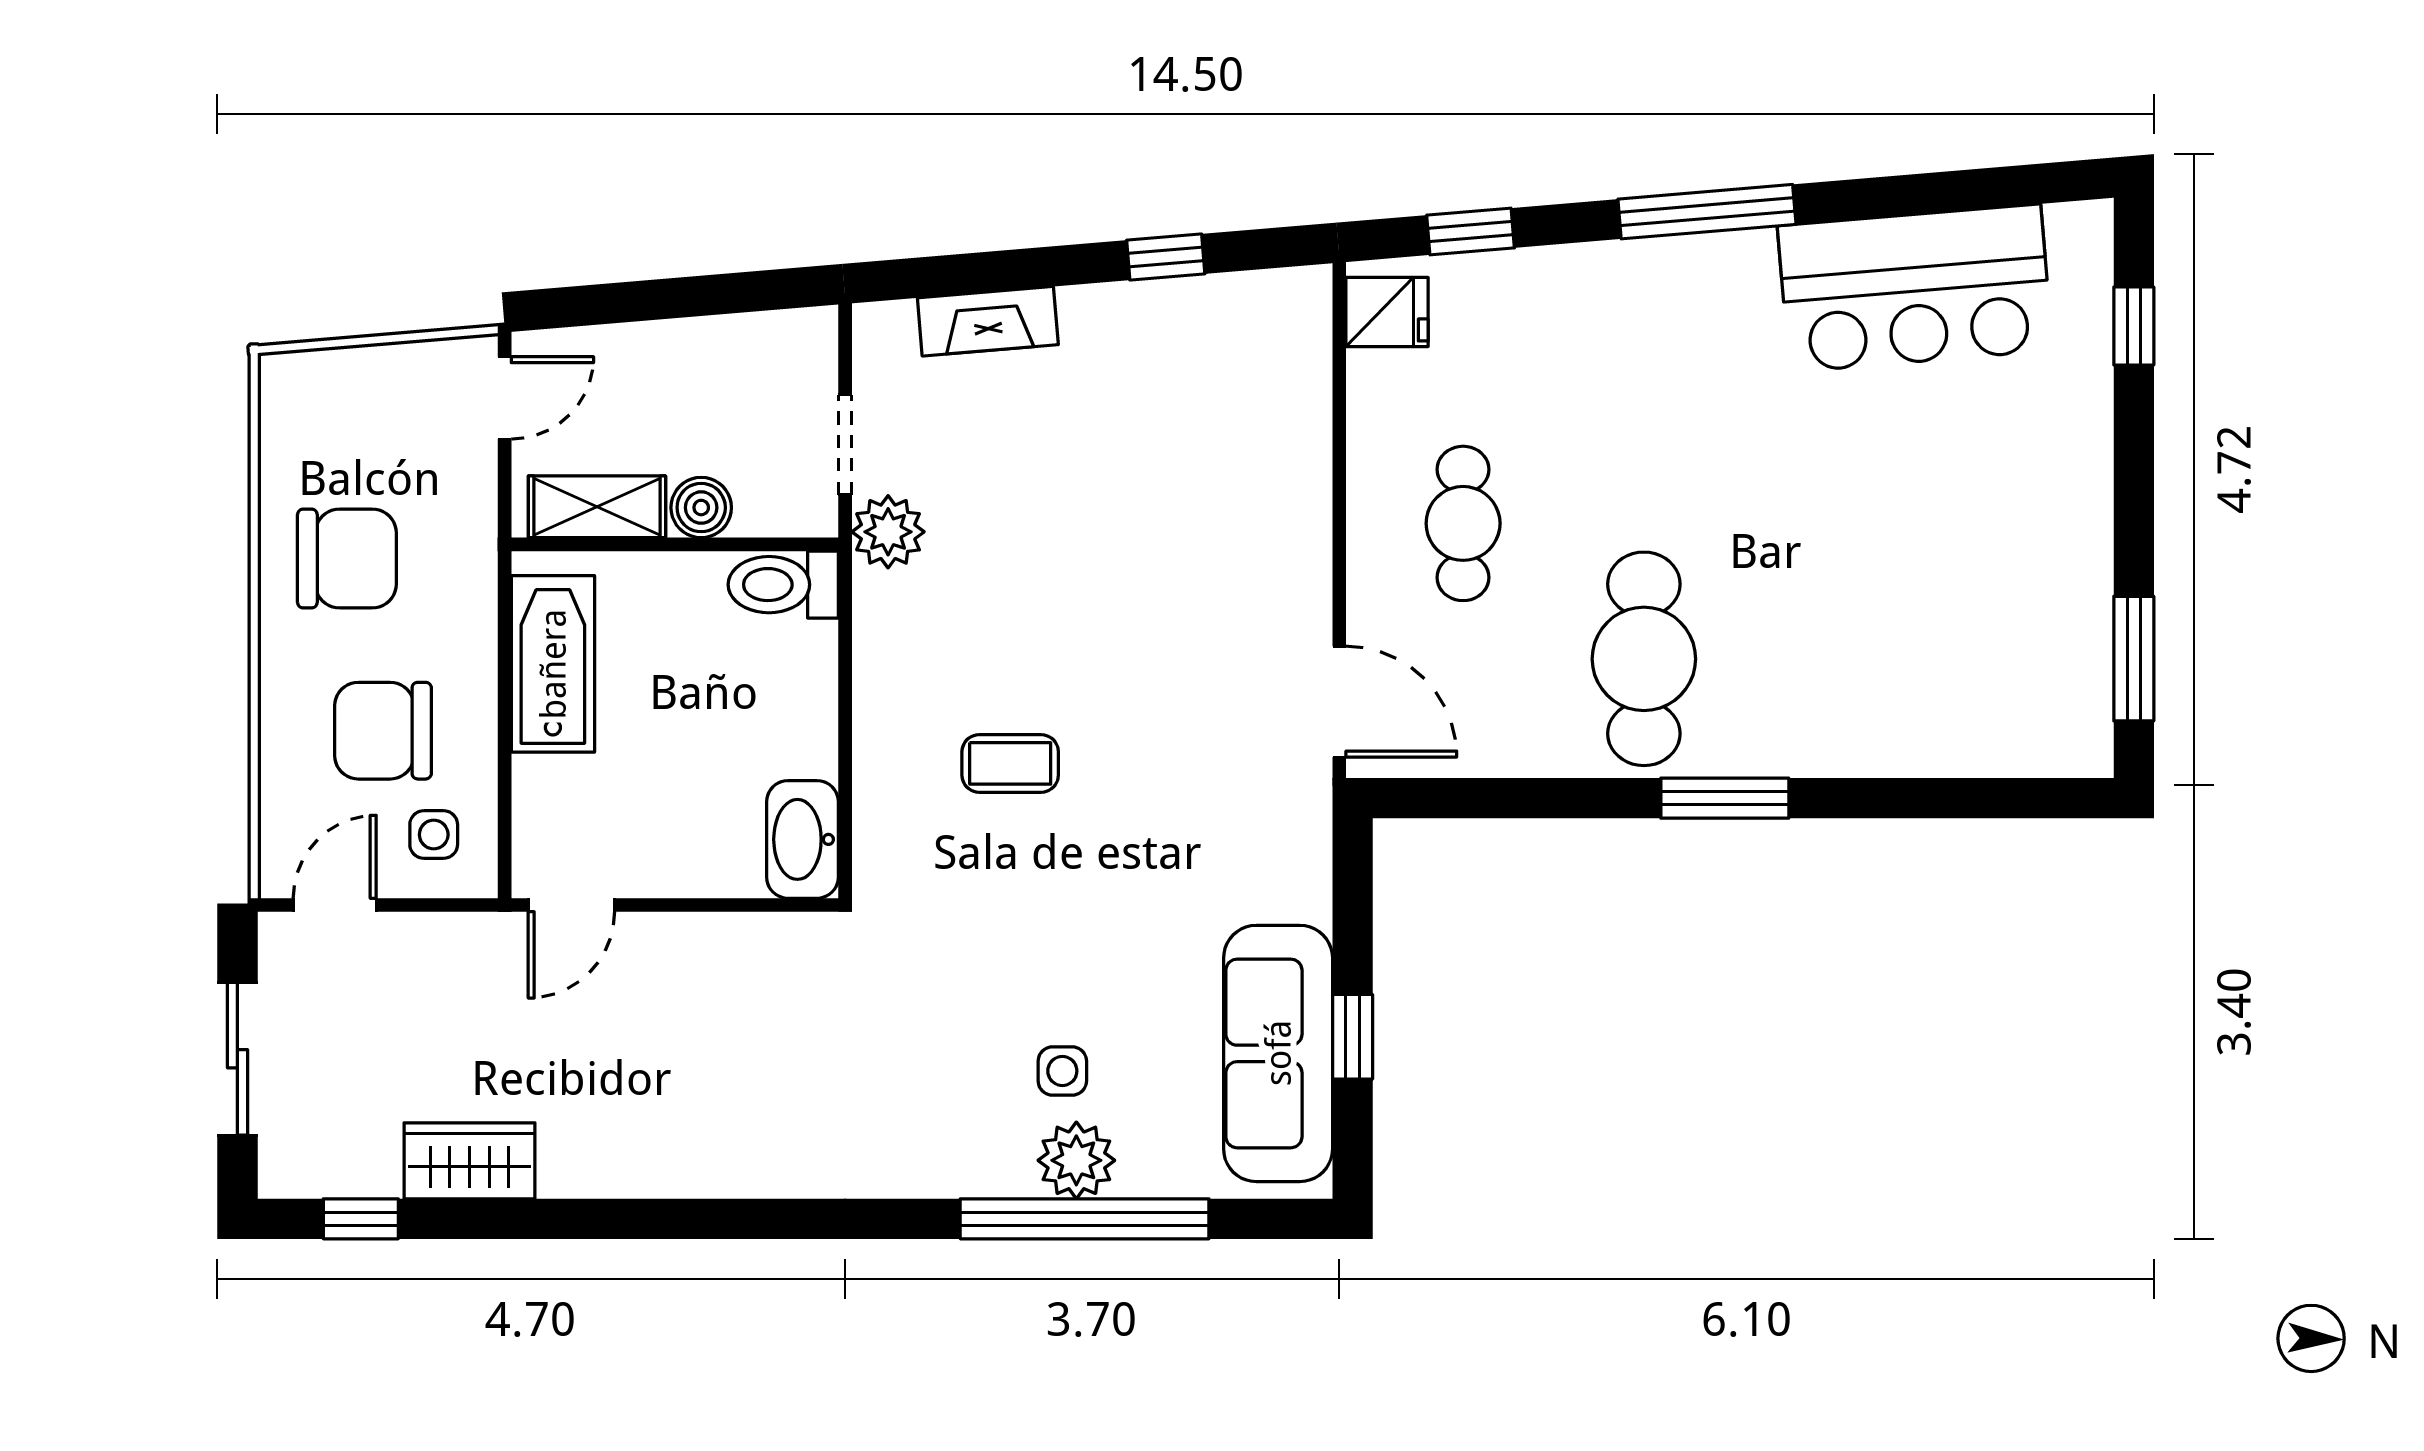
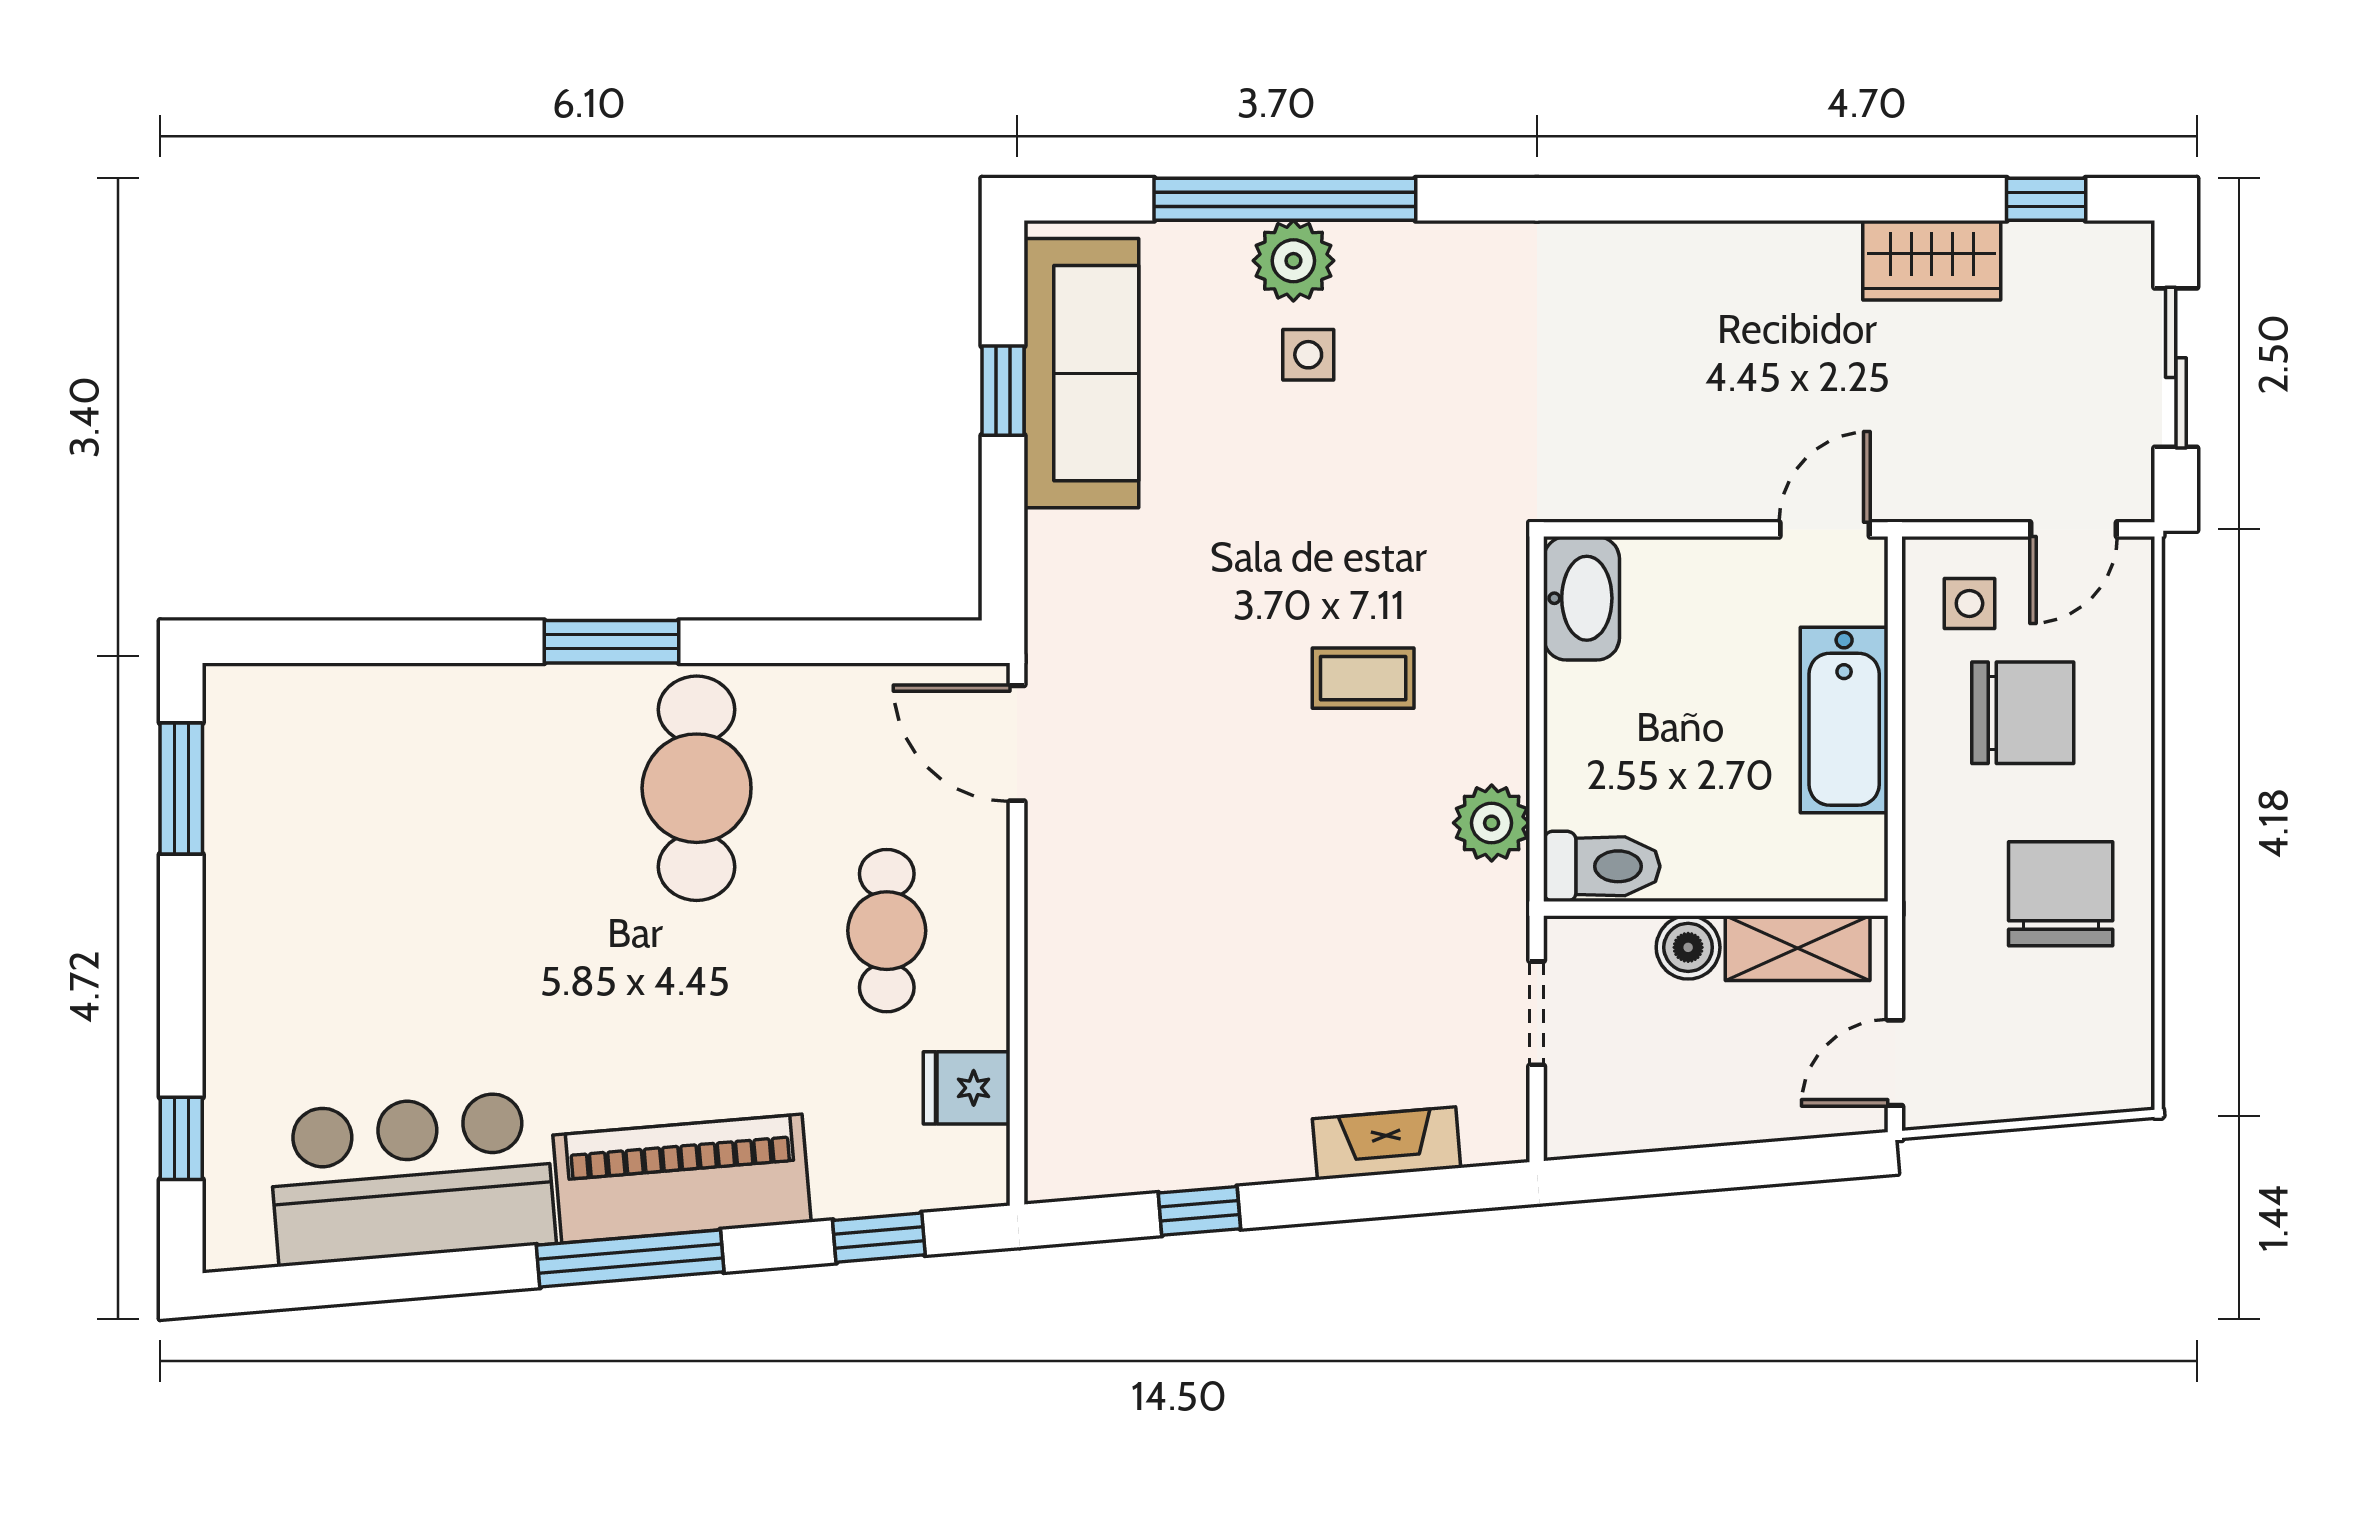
piano: (1658, 288) -> (682, 1179), added
fridge: (1387, 312) -> (967, 1088), moved
plant: (888, 532) -> (1492, 823), moved
chair: (347, 559) -> (2061, 894), turned 90
bathtub: (553, 664) -> (1844, 720), moved

